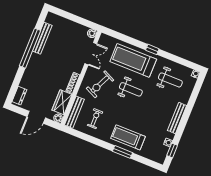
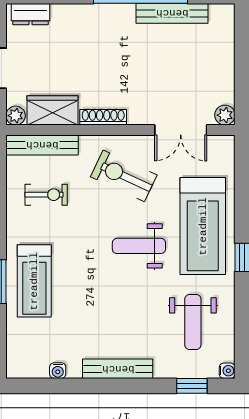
treadmill: (133, 60) -> (203, 226), turned 180
weight bench: (131, 89) -> (139, 246), turned 90
treadmill: (128, 137) -> (34, 281), turned 180
window: (172, 150) -> (192, 386), moved

